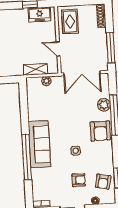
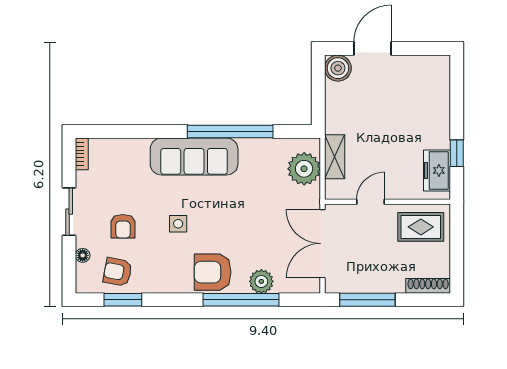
plant: (46, 81) -> (304, 169), width x1.87, depth x1.87
window: (27, 157) -> (230, 132), moved

